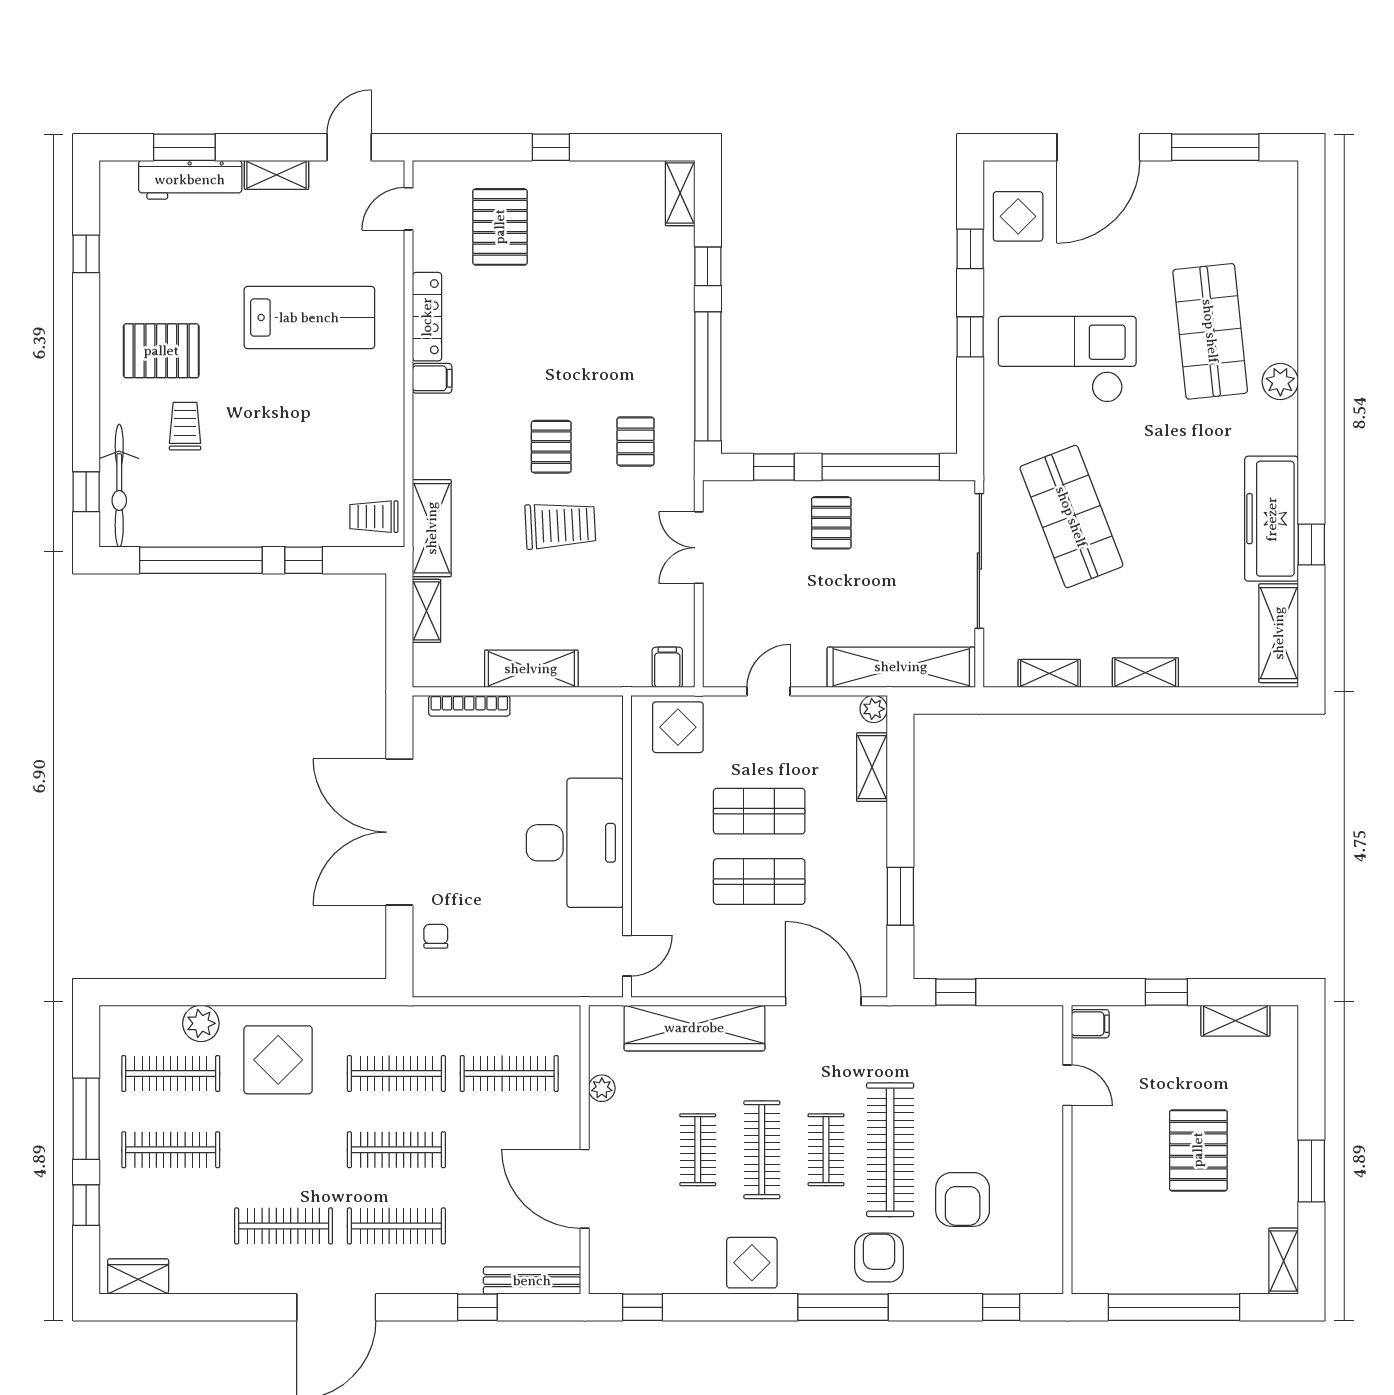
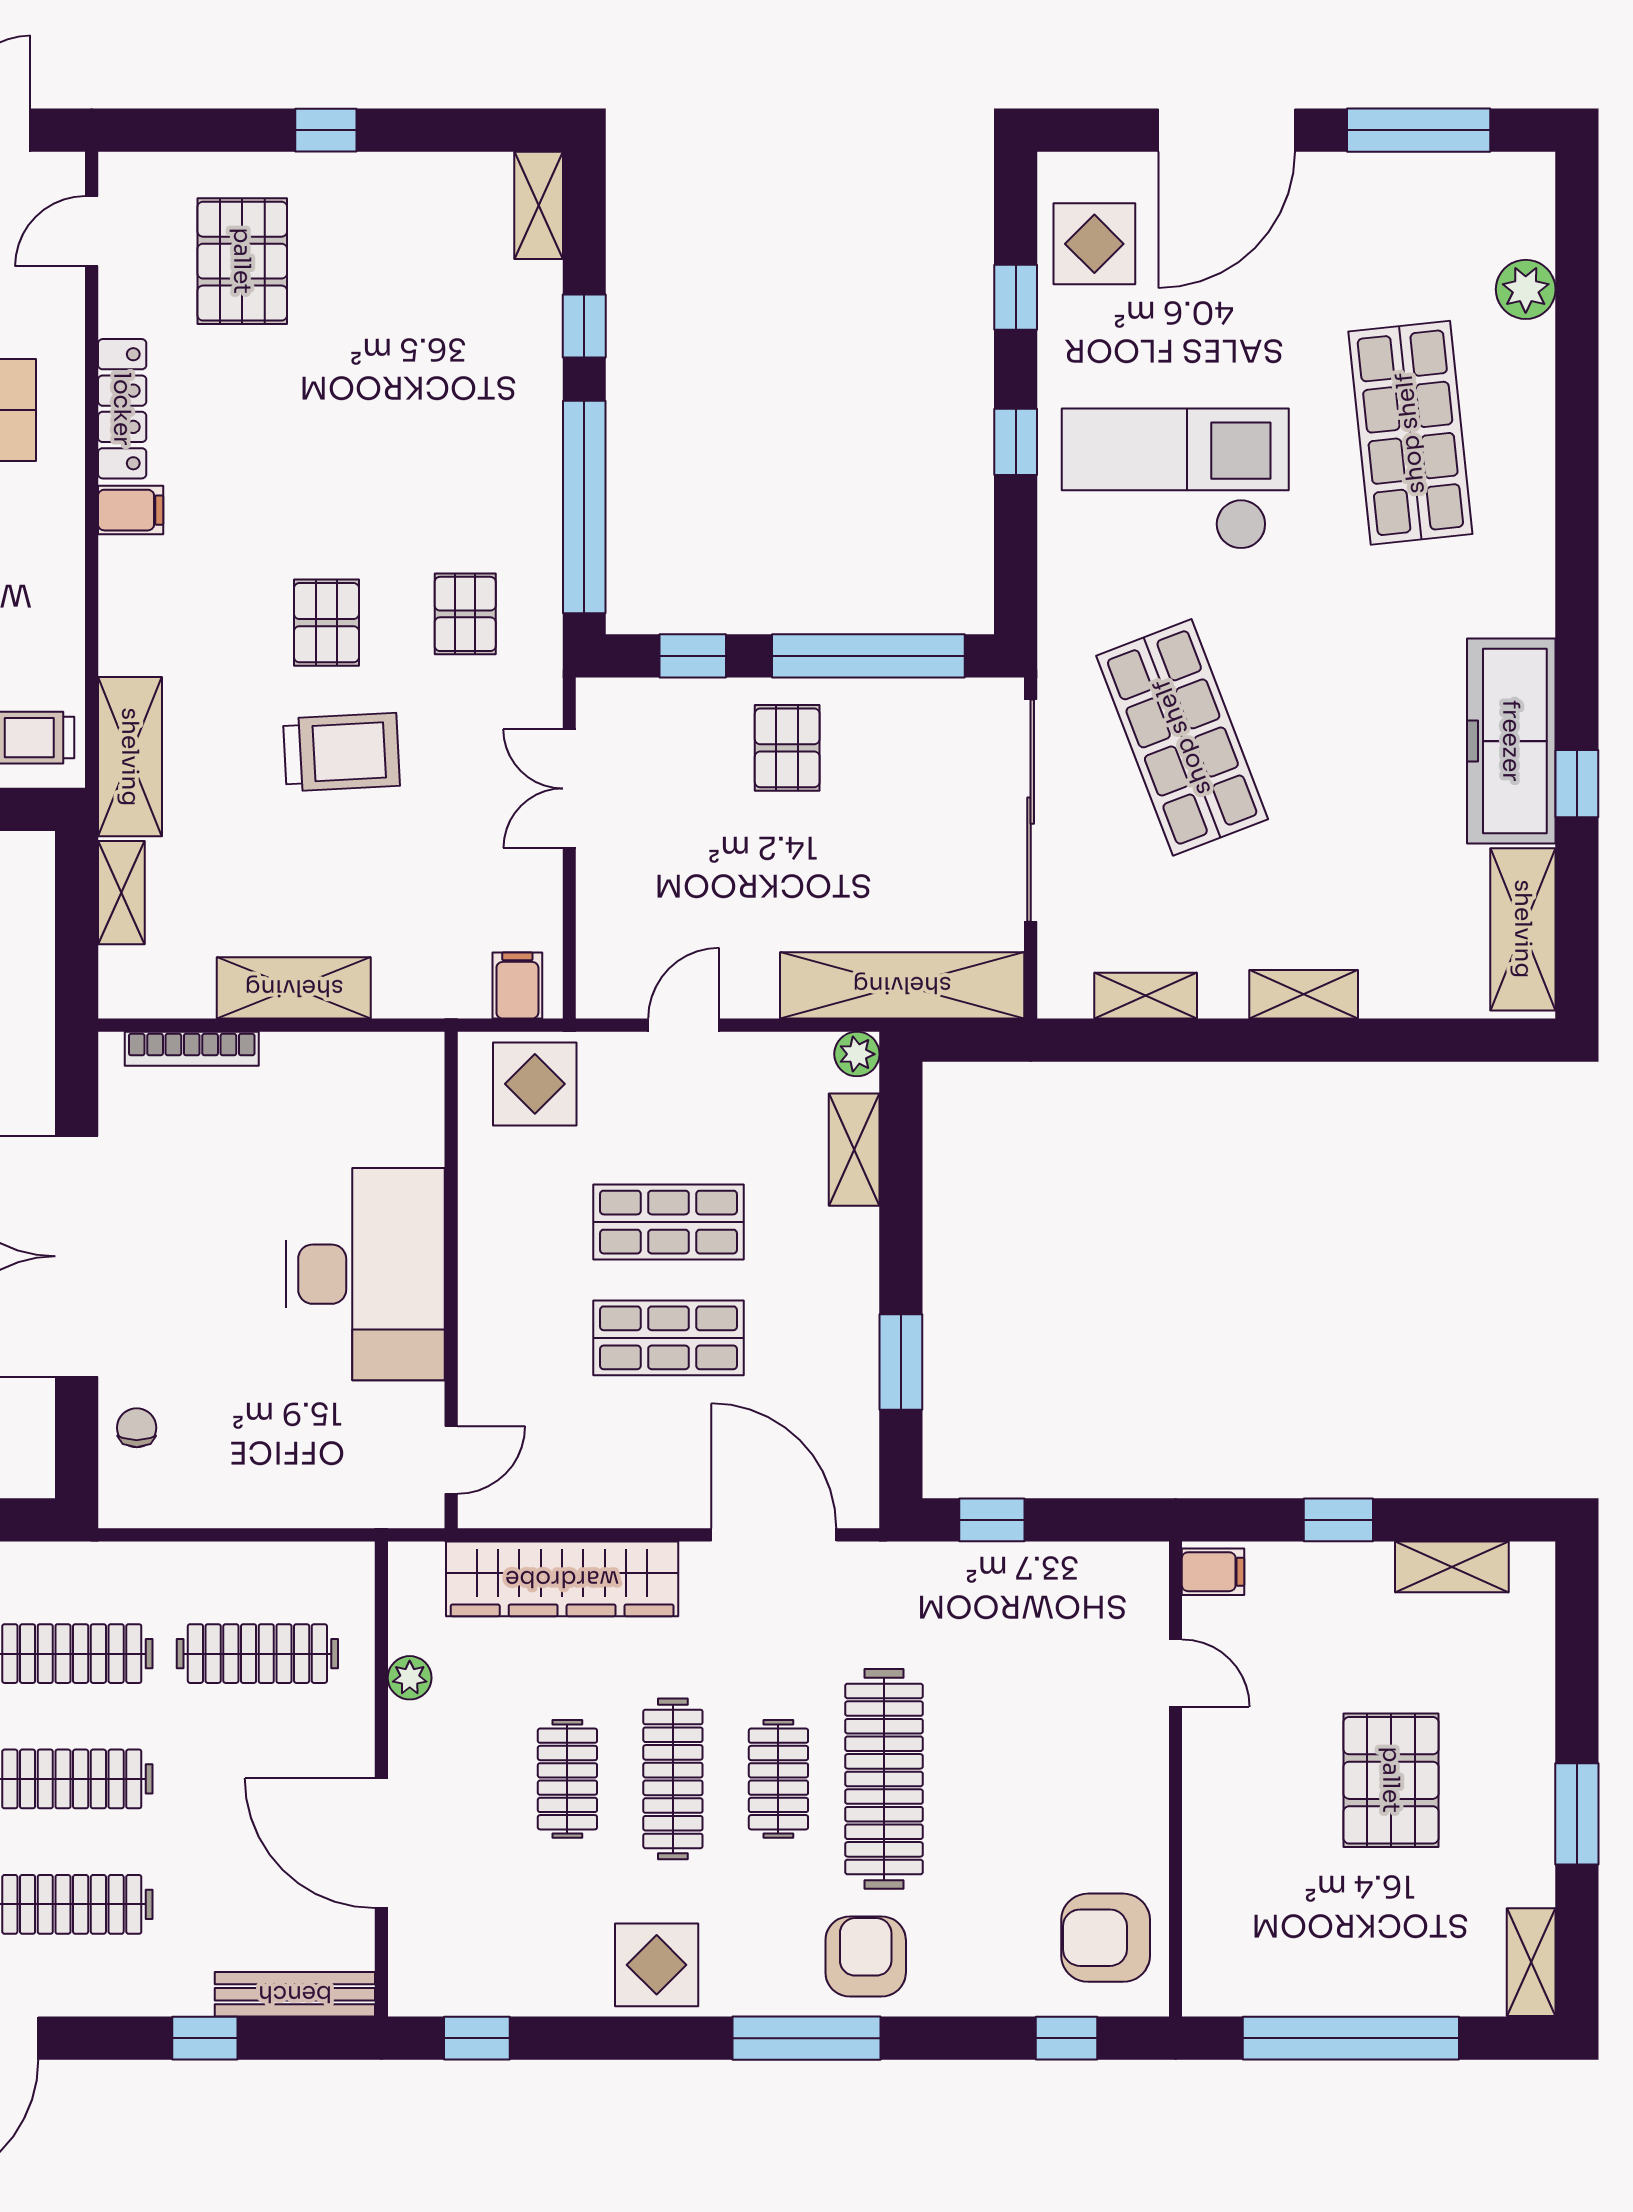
plant: (1280, 382) -> (1526, 289), moved
armchair: (963, 1199) -> (1106, 1938), moved, turned 90

